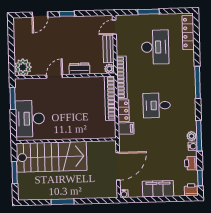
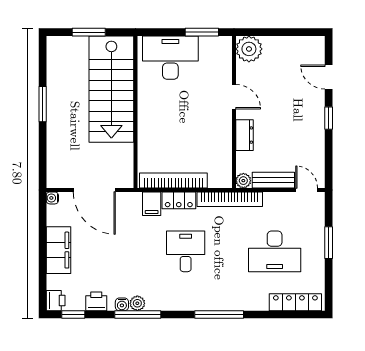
bookcase: (110, 98) -> (173, 181), moved

